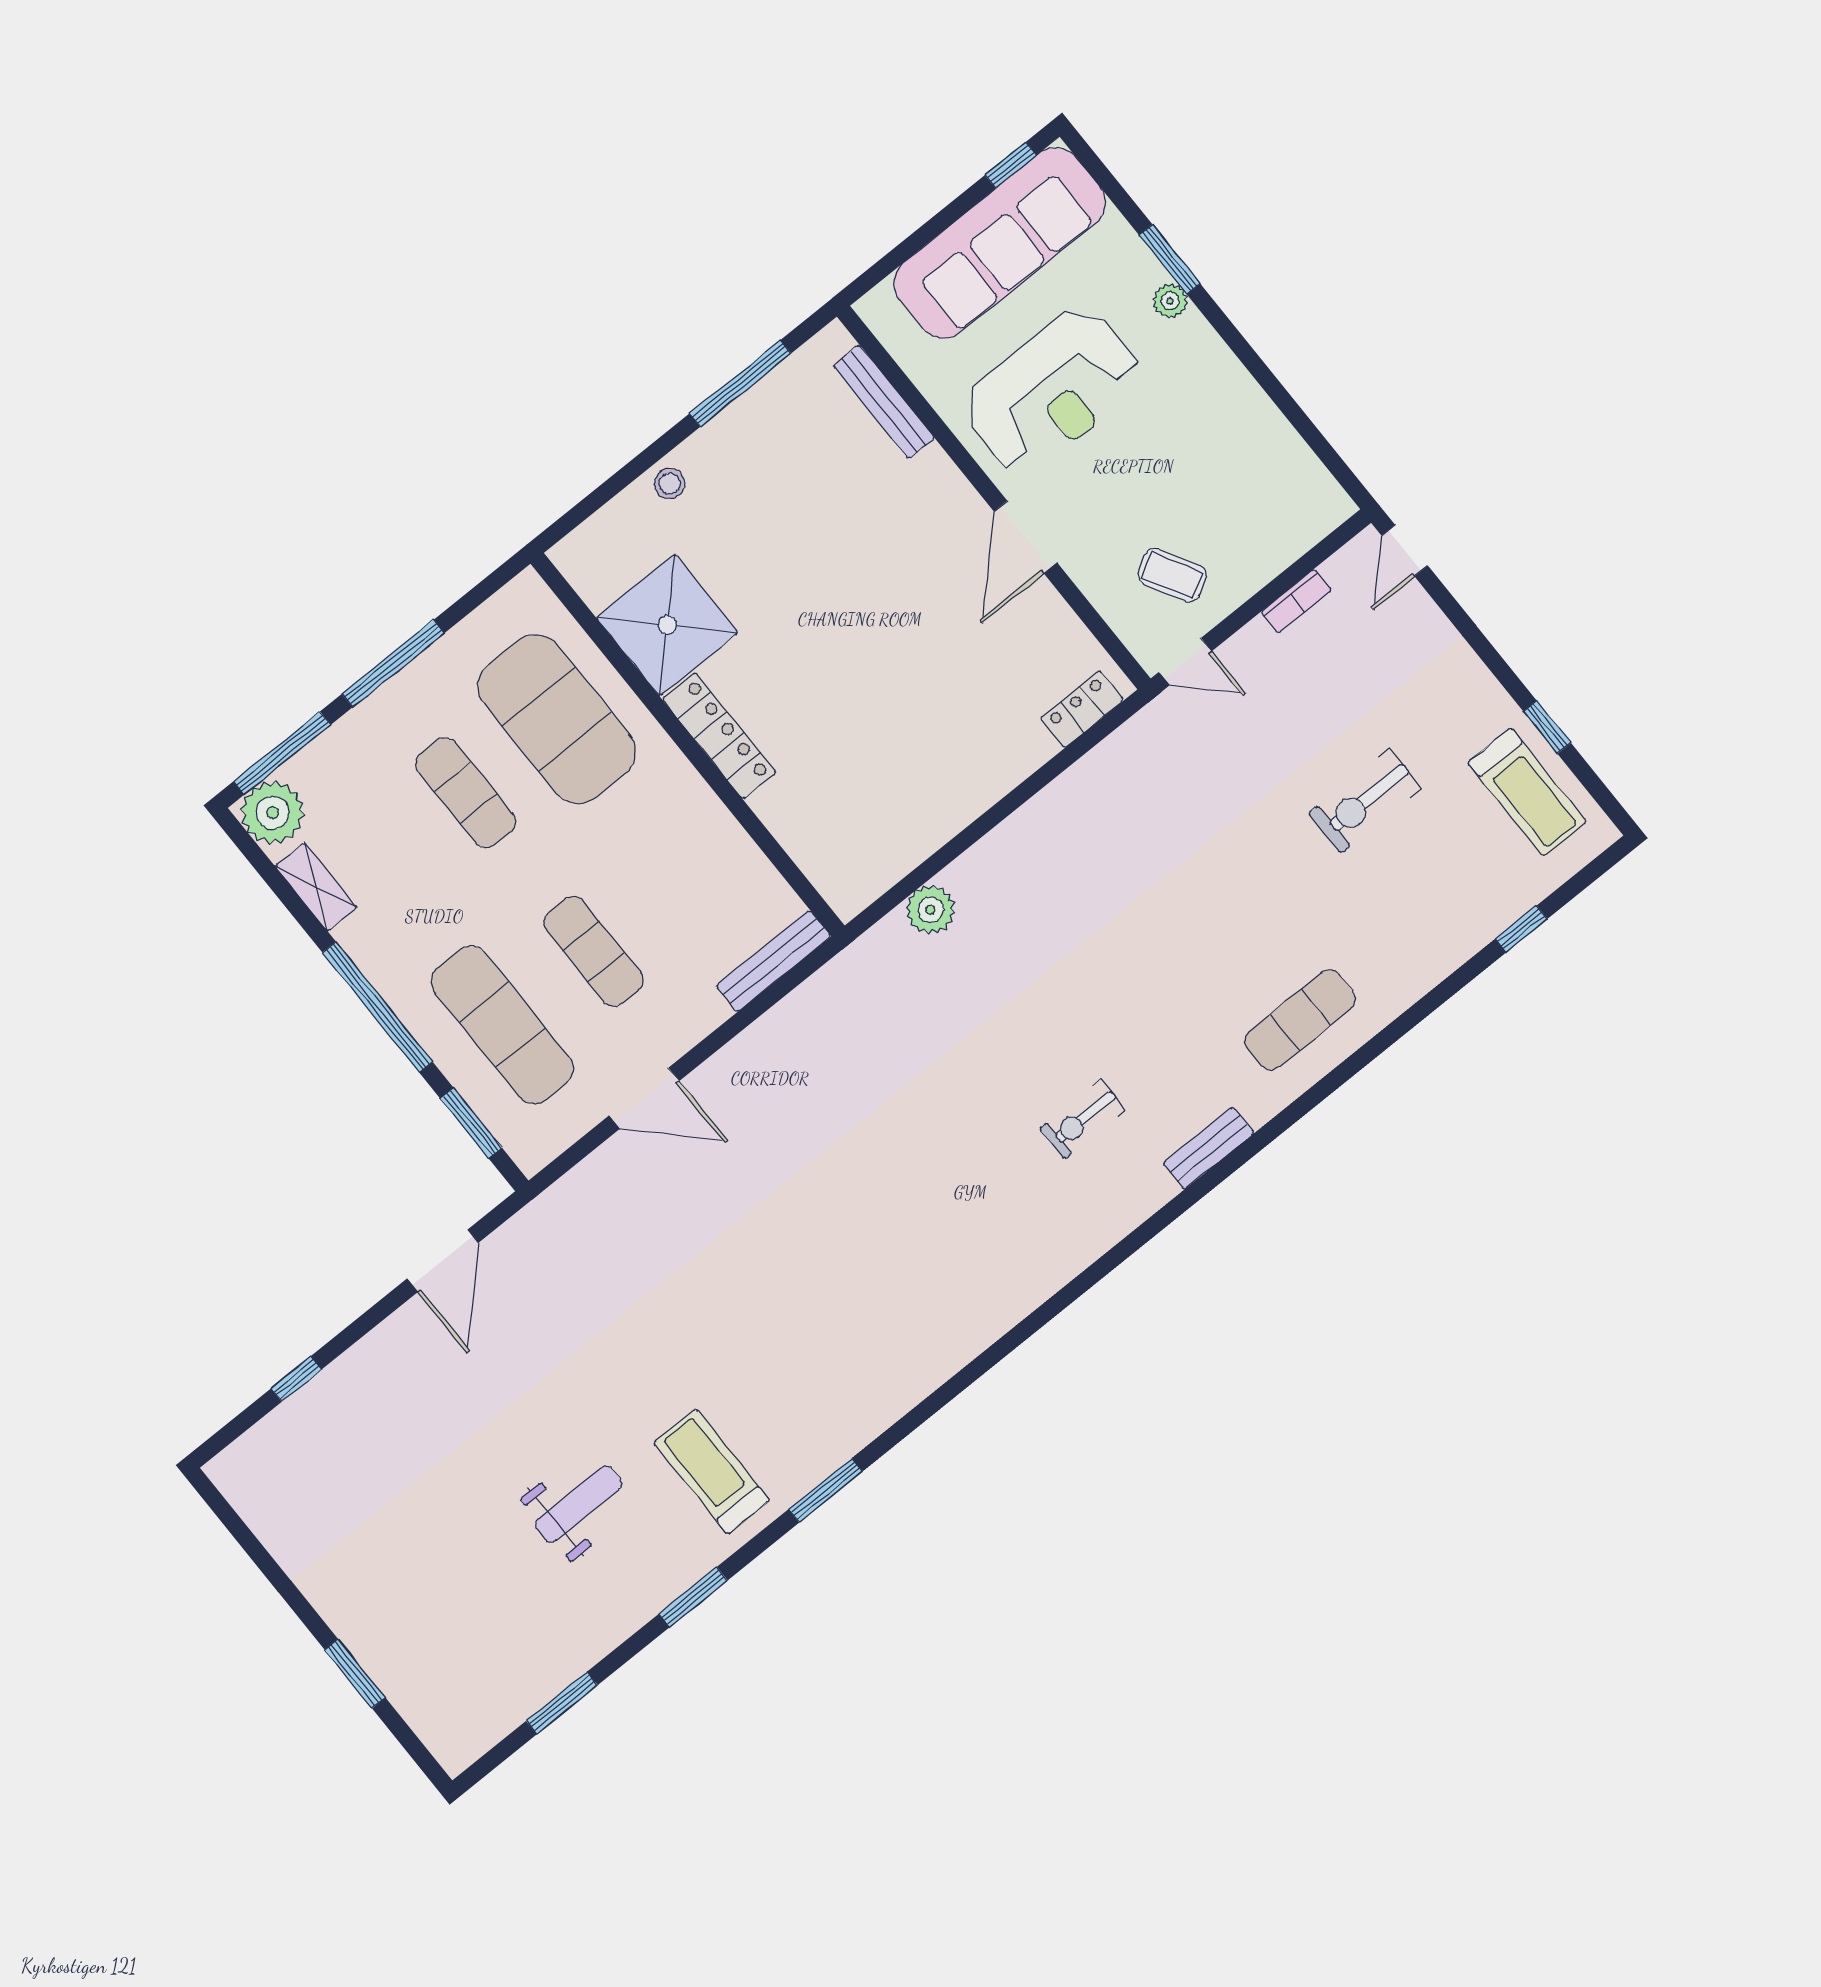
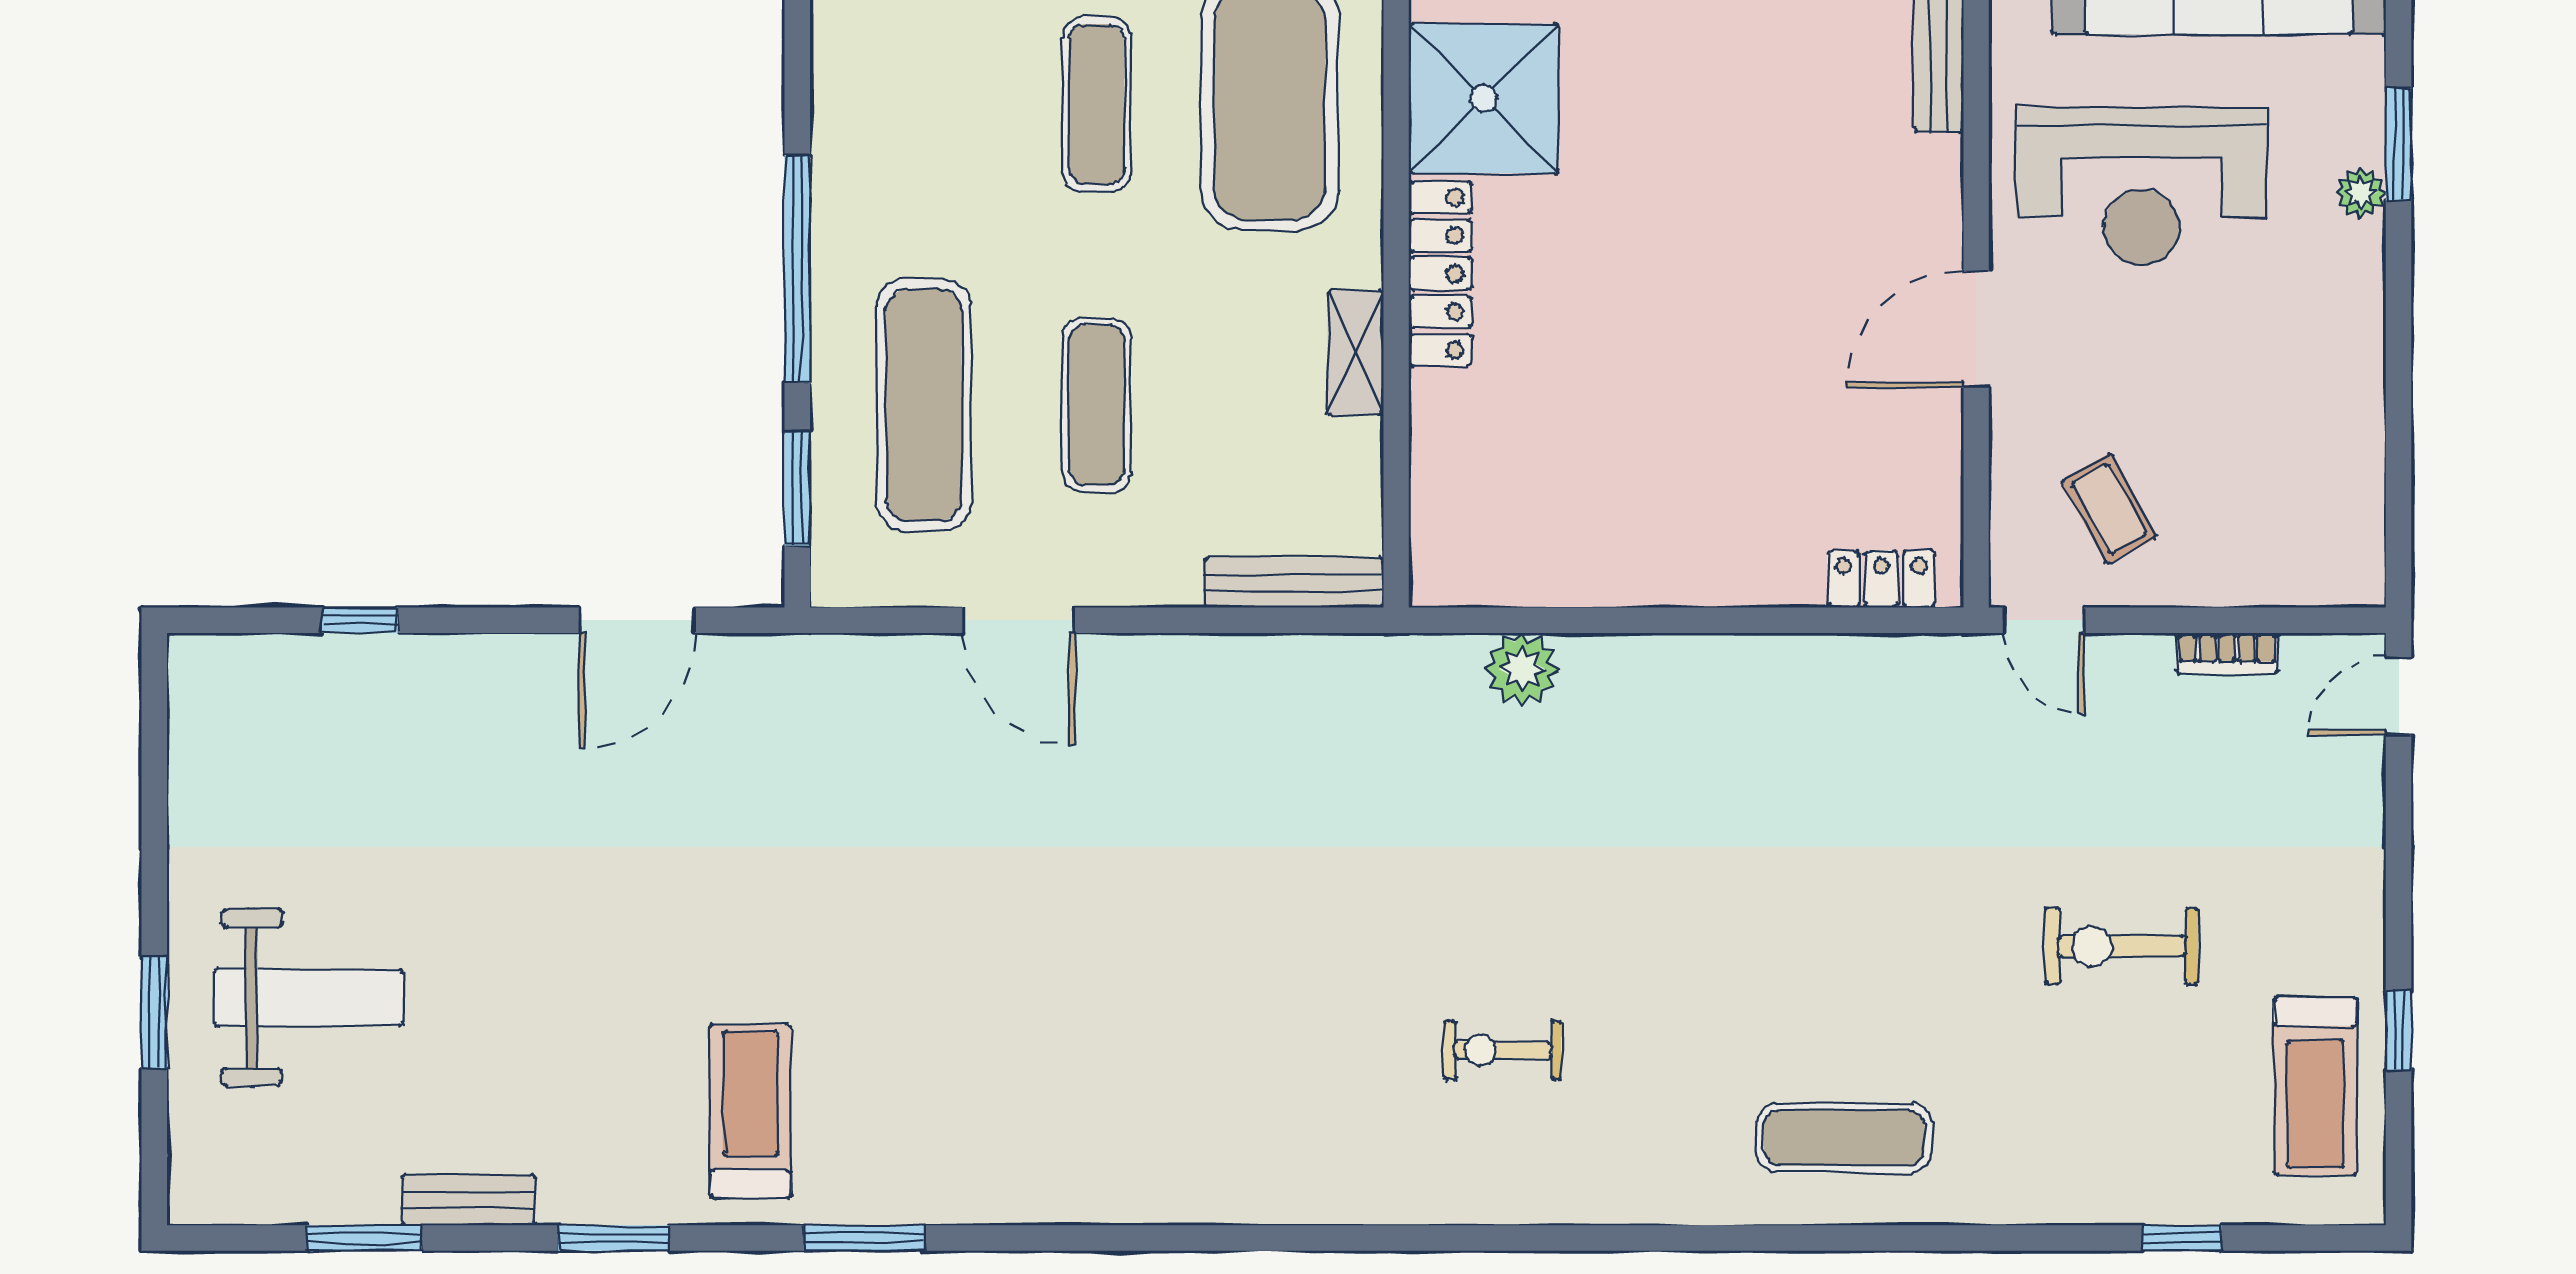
shelving: (316, 887) -> (1356, 353), moved
bench: (1209, 1148) -> (469, 1200), moved
weight bench: (578, 1504) -> (309, 998), moved, width x1.36, depth x1.33

